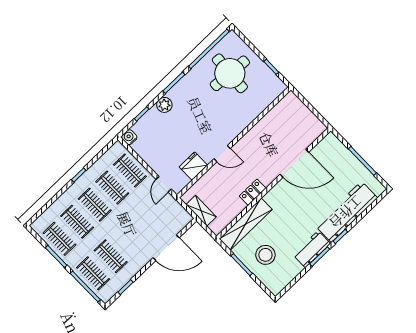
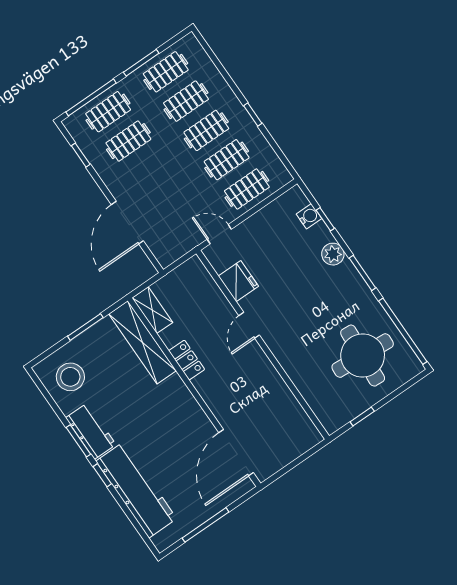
water cooler: (129, 137) -> (309, 216), moved
door: (294, 163) -> (236, 453), moved
shelving: (201, 211) -> (152, 310), moved, turned 90
stool: (265, 255) -> (70, 377), moved

